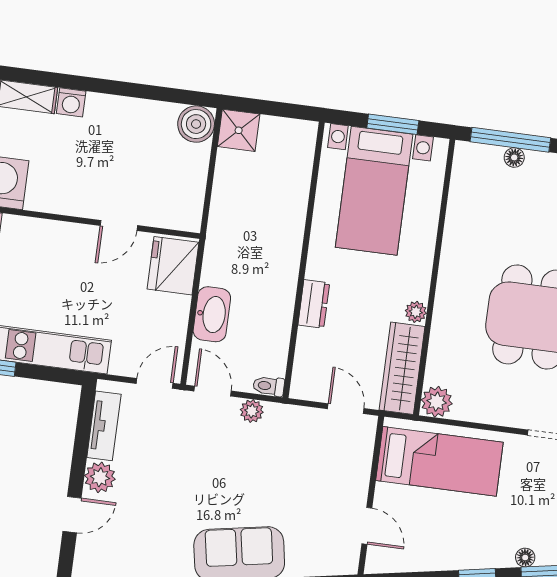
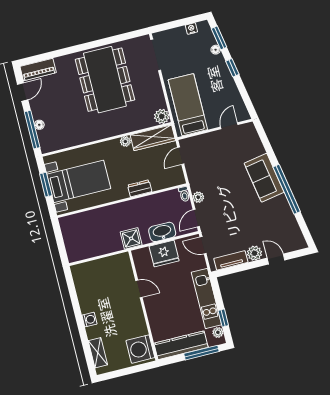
washing machine: (71, 102) -> (89, 320), moved
boiler: (196, 124) -> (80, 272), removed
shower: (239, 130) -> (131, 238), moved
fridge: (173, 266) -> (164, 254), moved

